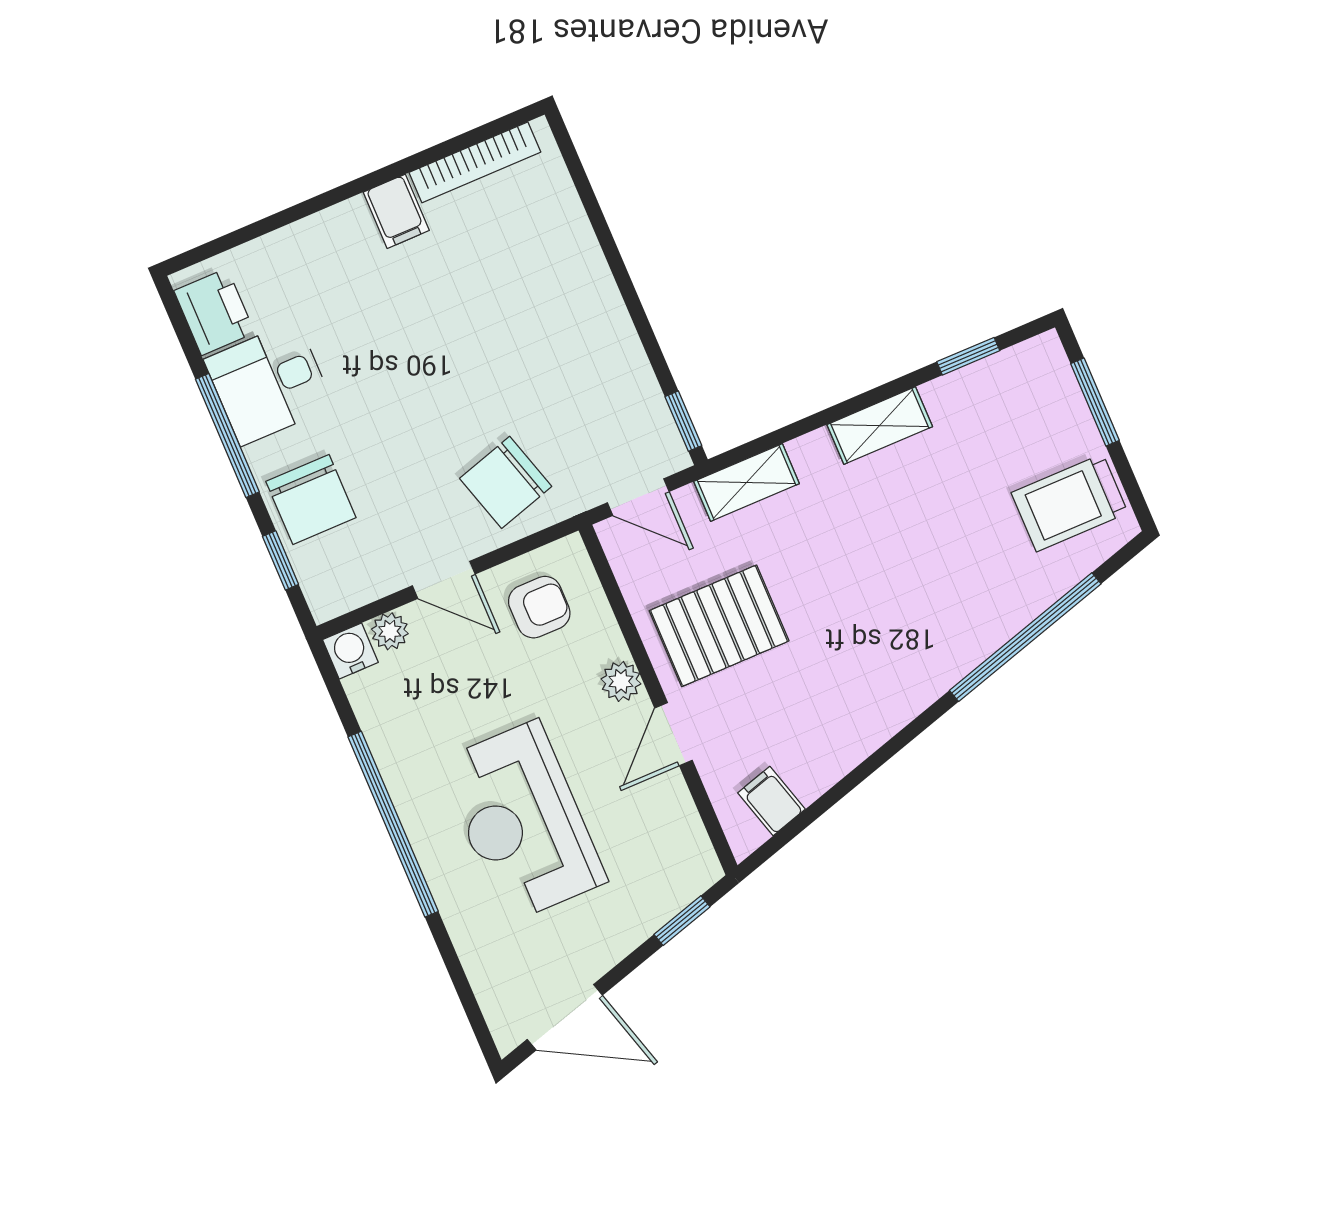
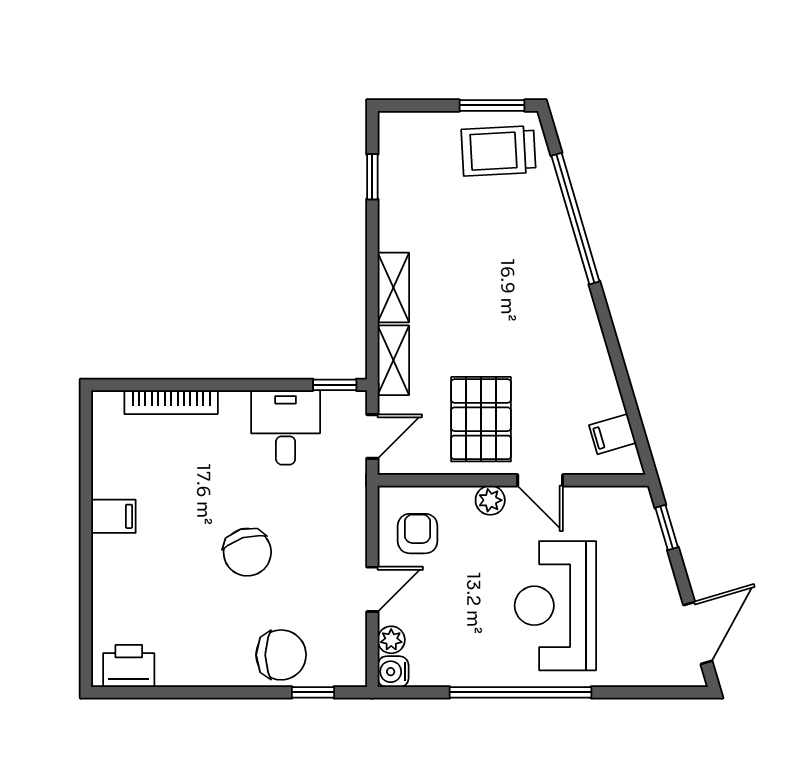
bookcase: (475, 162) -> (171, 402), moved, turned 90
desk: (269, 383) -> (286, 427), moved, turned 180
window: (1095, 402) -> (492, 105), moved
shelving: (880, 426) -> (393, 288), moved
window: (227, 435) -> (215, 692), removed
chair: (506, 482) -> (247, 552), moved
trolley: (1070, 503) -> (499, 151), turned 87
reception desk: (522, 821) -> (555, 606), turned 90

